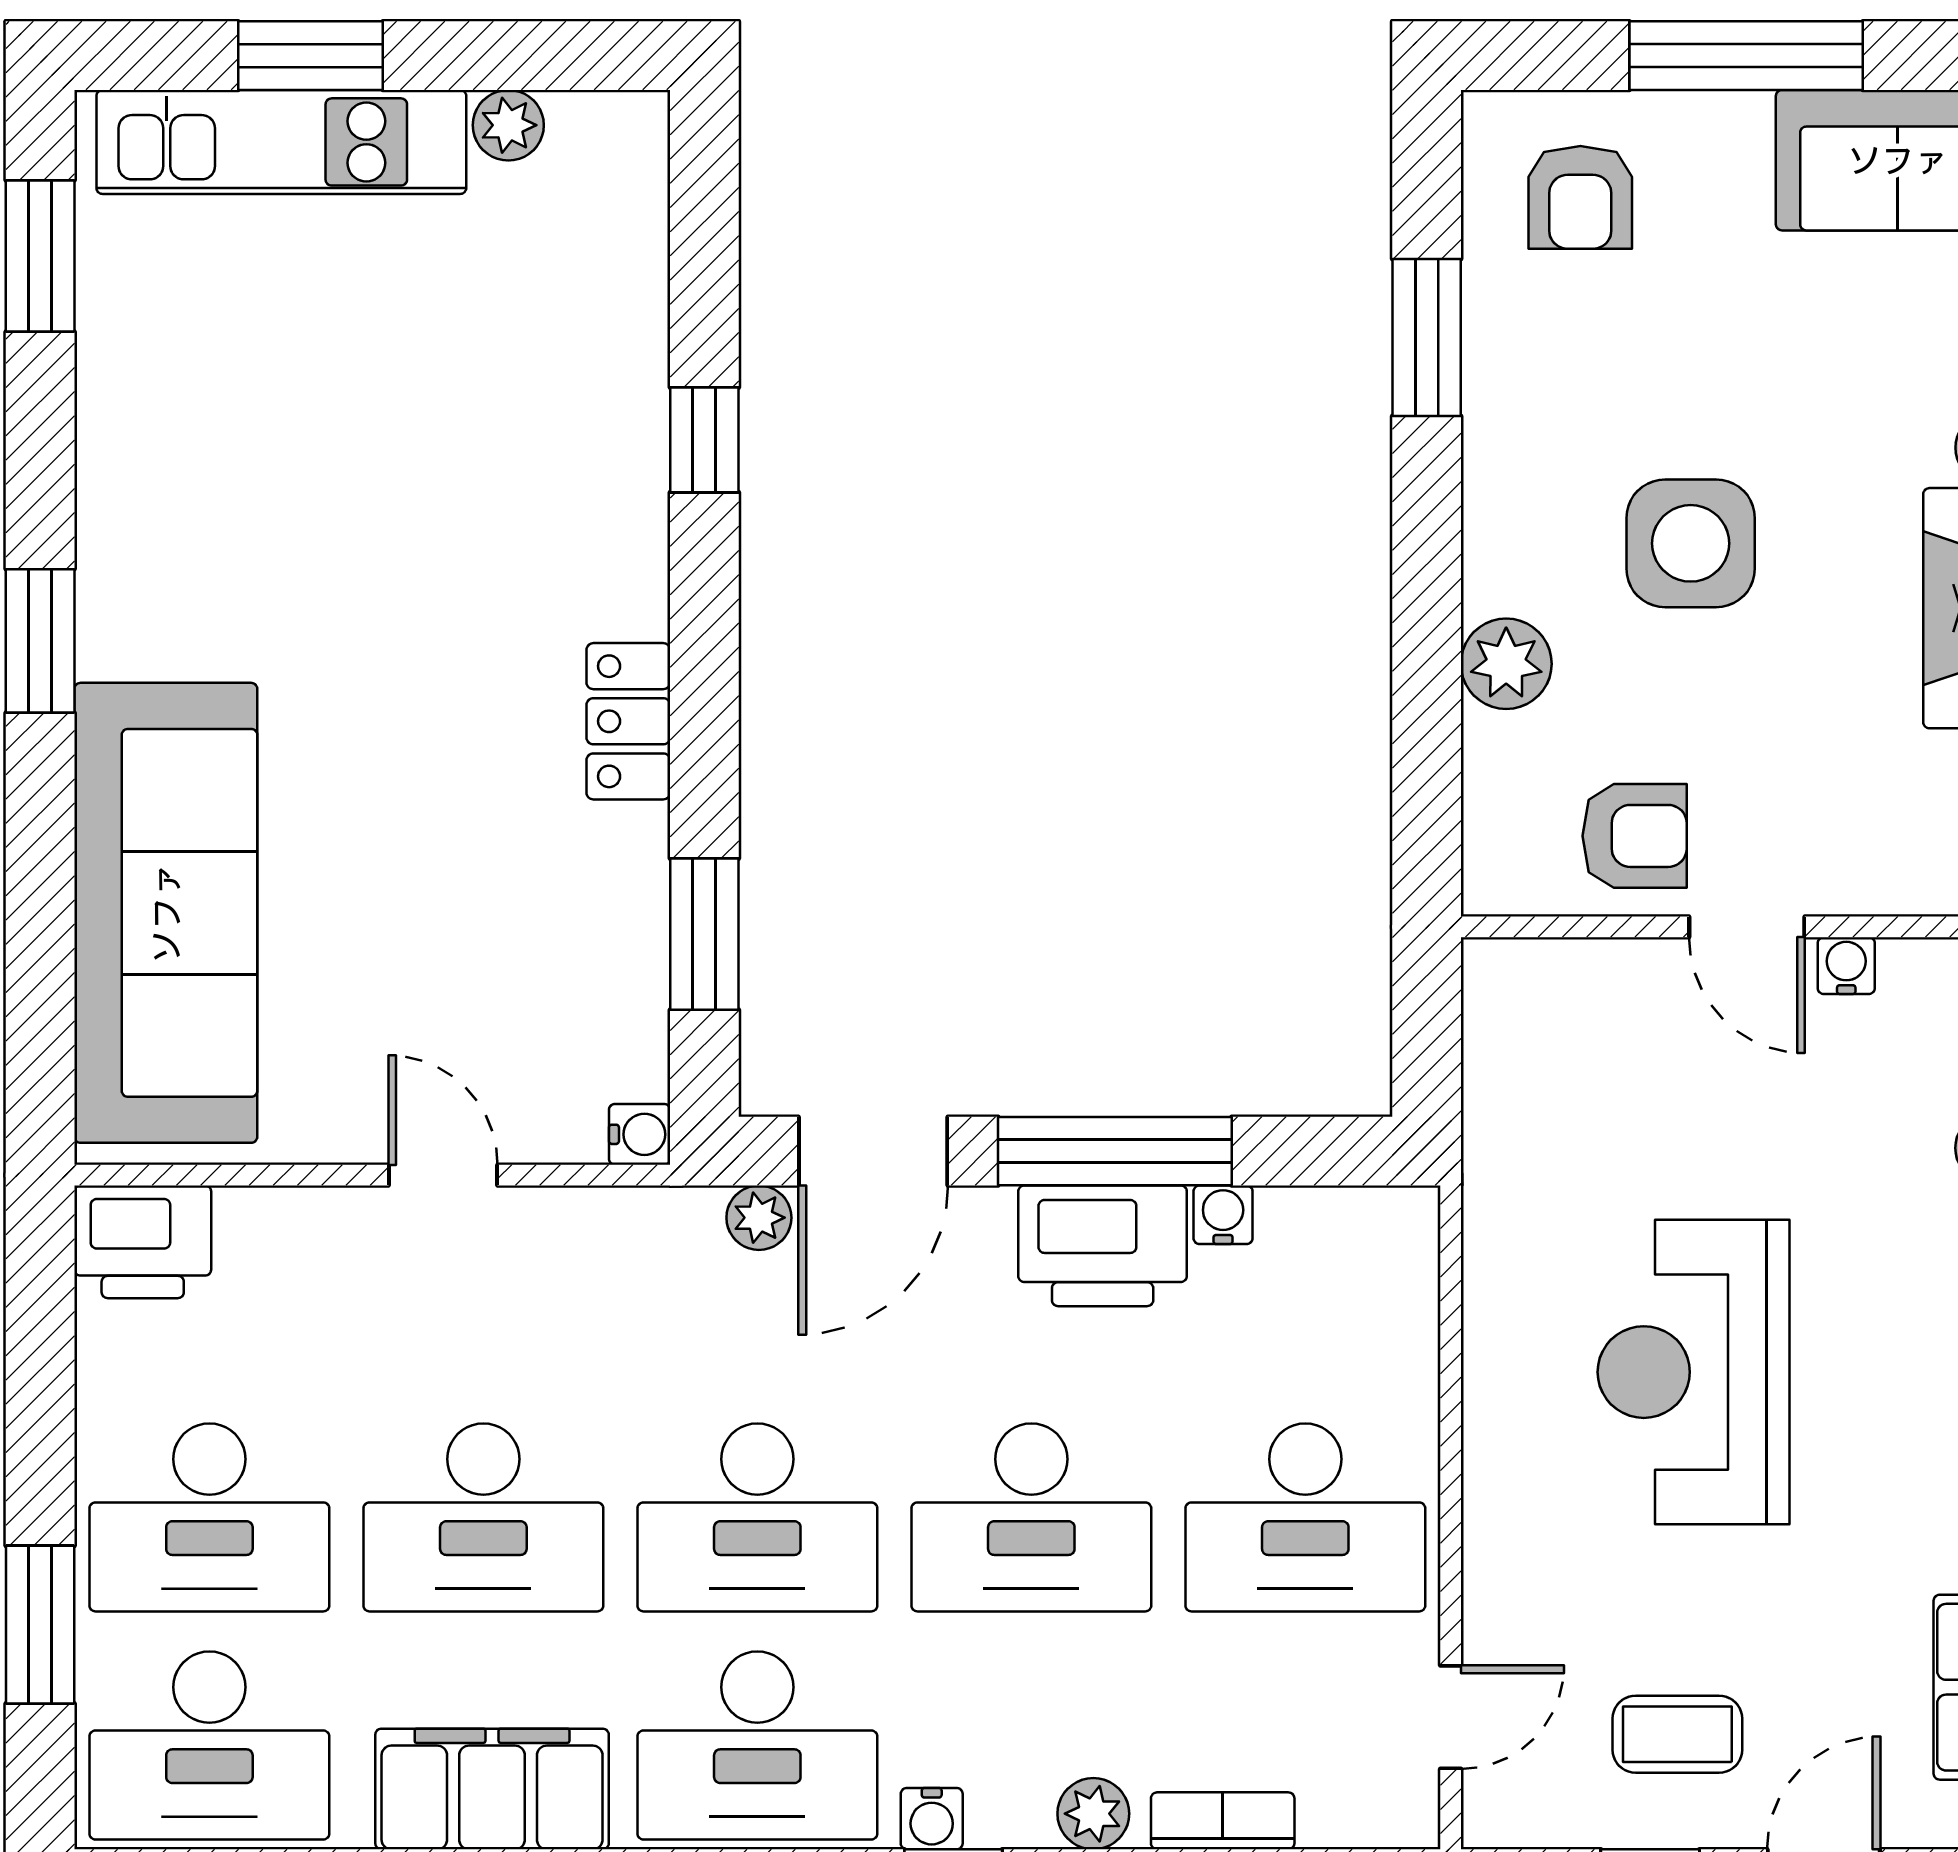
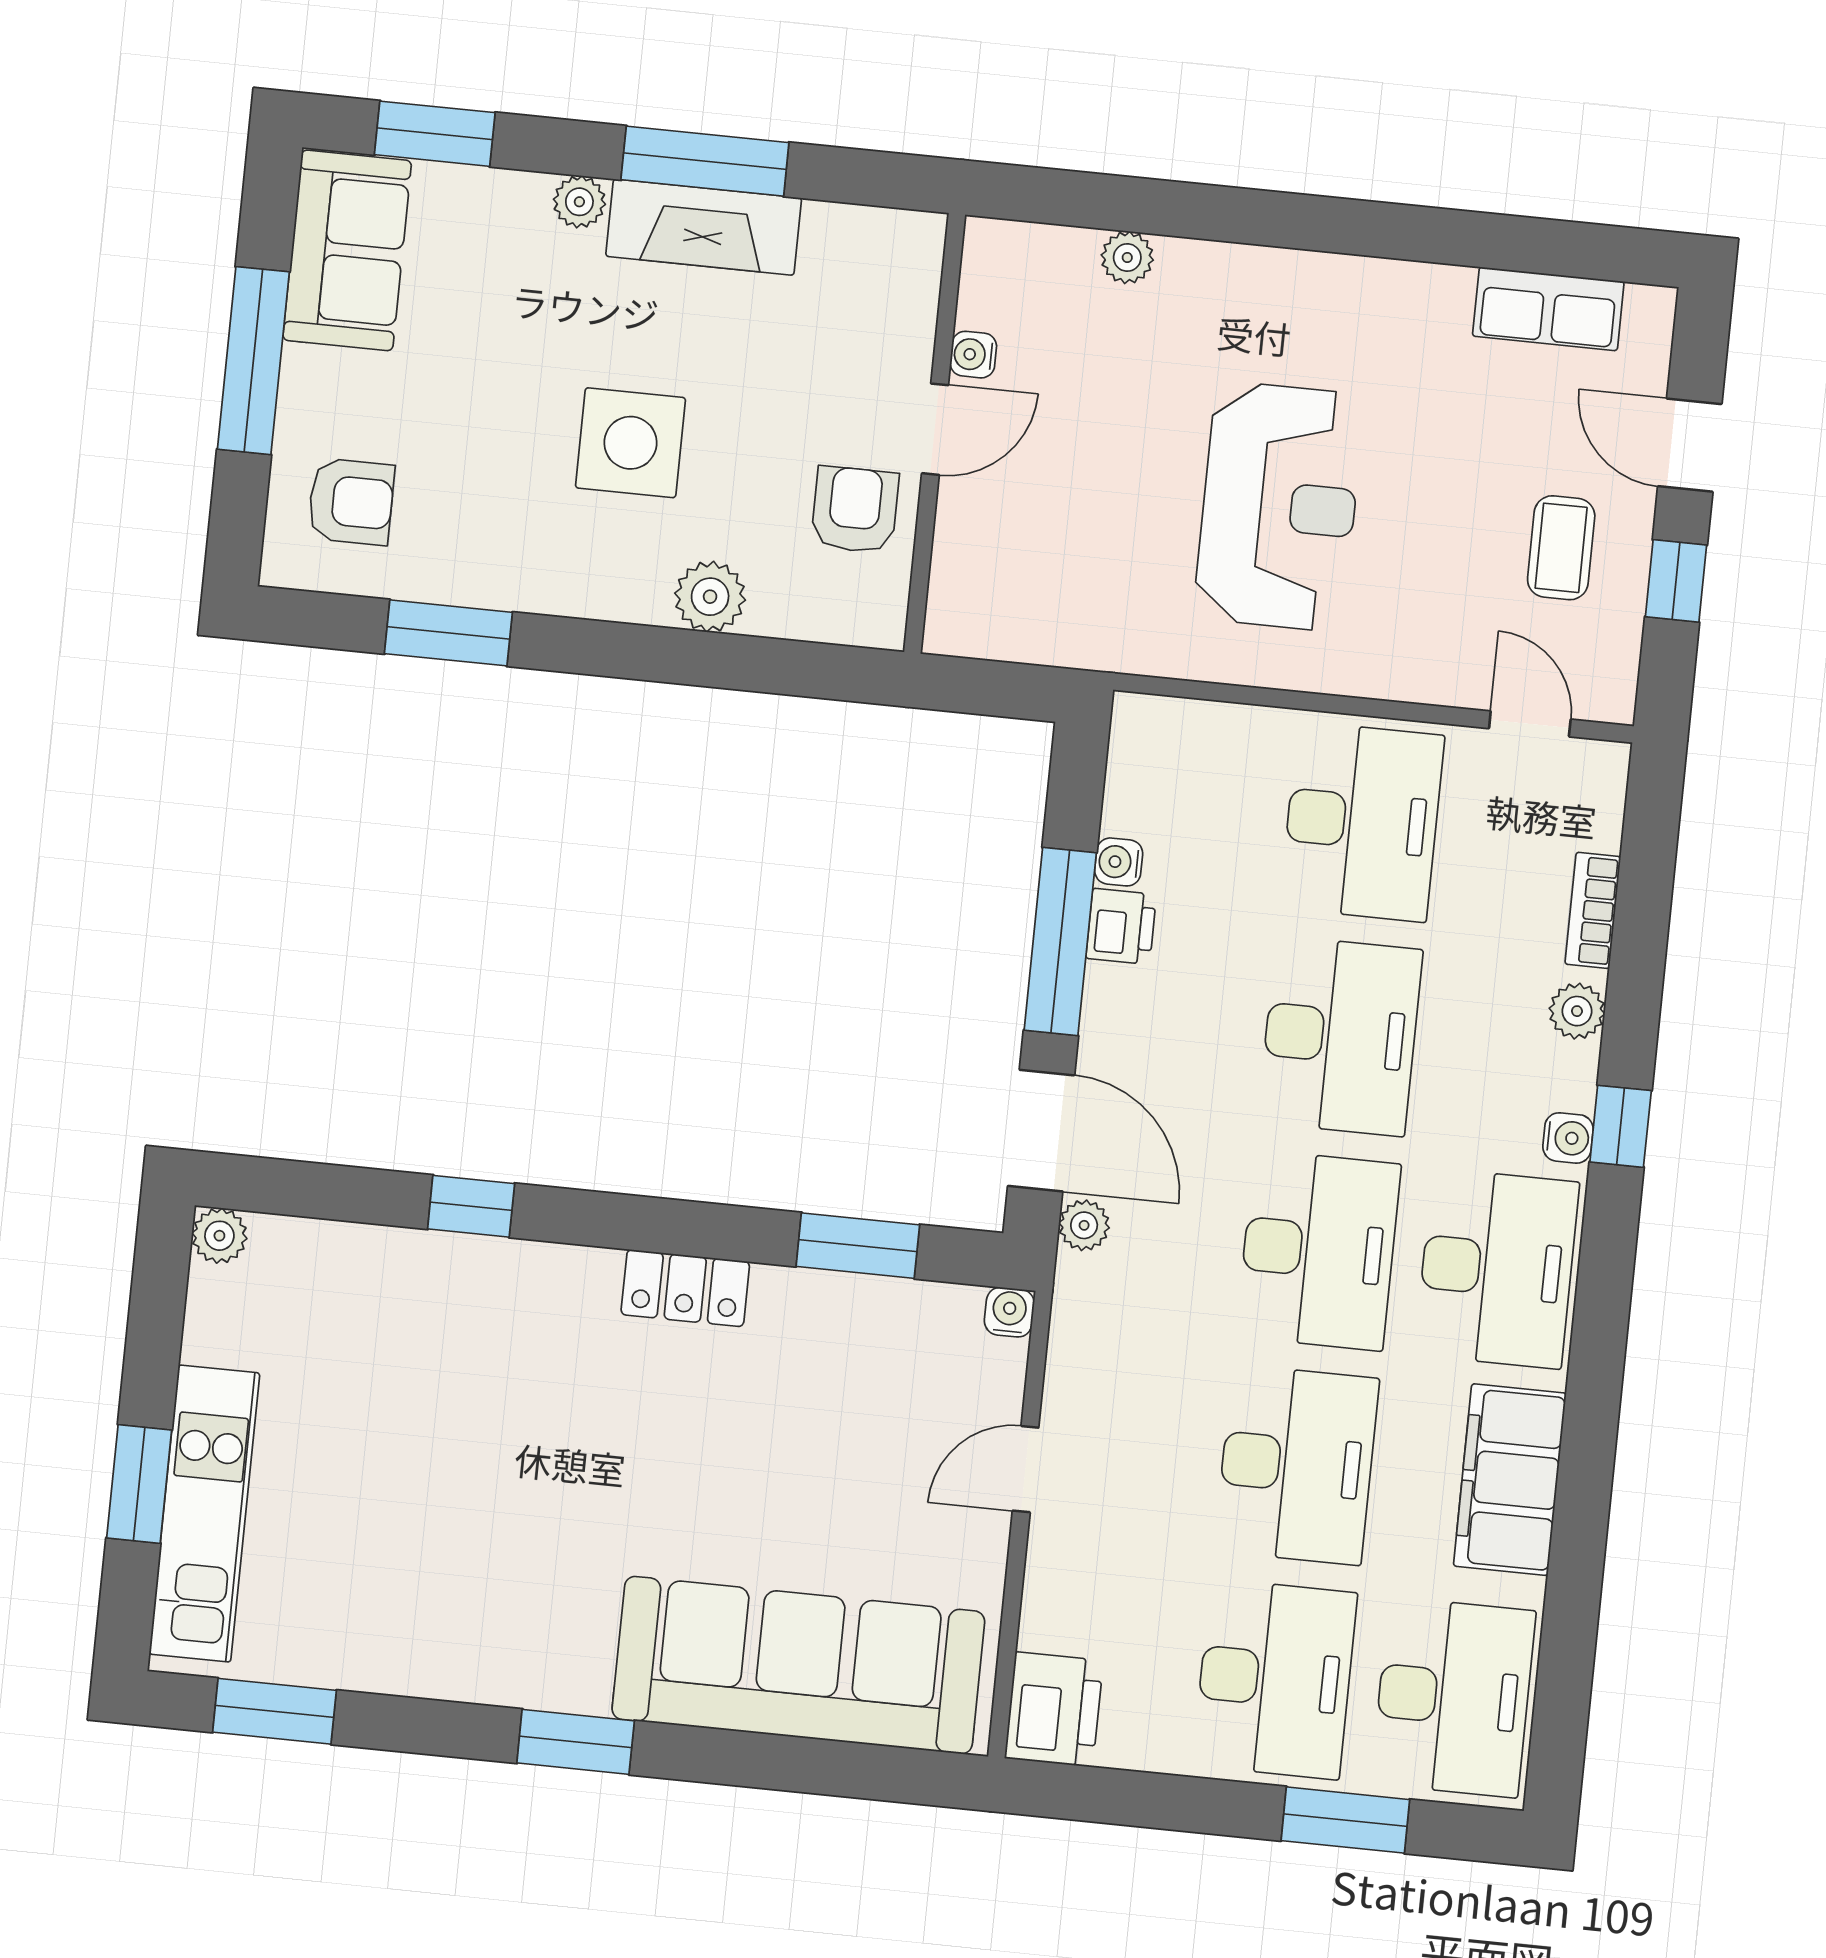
plant: (508, 125) -> (219, 1236), moved
printer: (1103, 1246) -> (1121, 926), width x0.53, depth x0.68
reception desk: (1694, 1372) -> (1279, 506), turned -90

